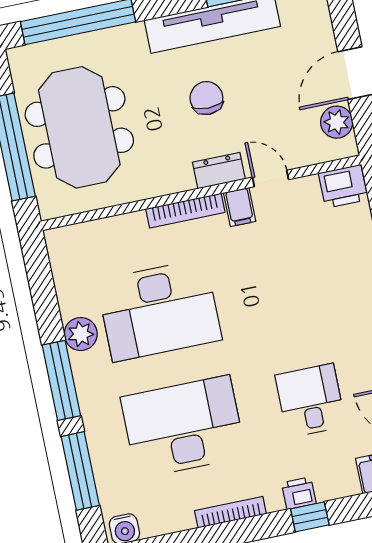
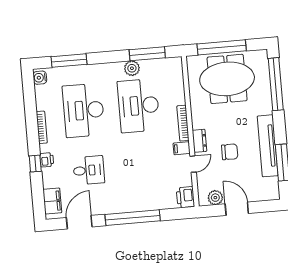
chair: (206, 98) -> (230, 152), moved
window: (61, 380) -> (147, 54), moved
desk: (183, 427) -> (84, 110), turned 180

